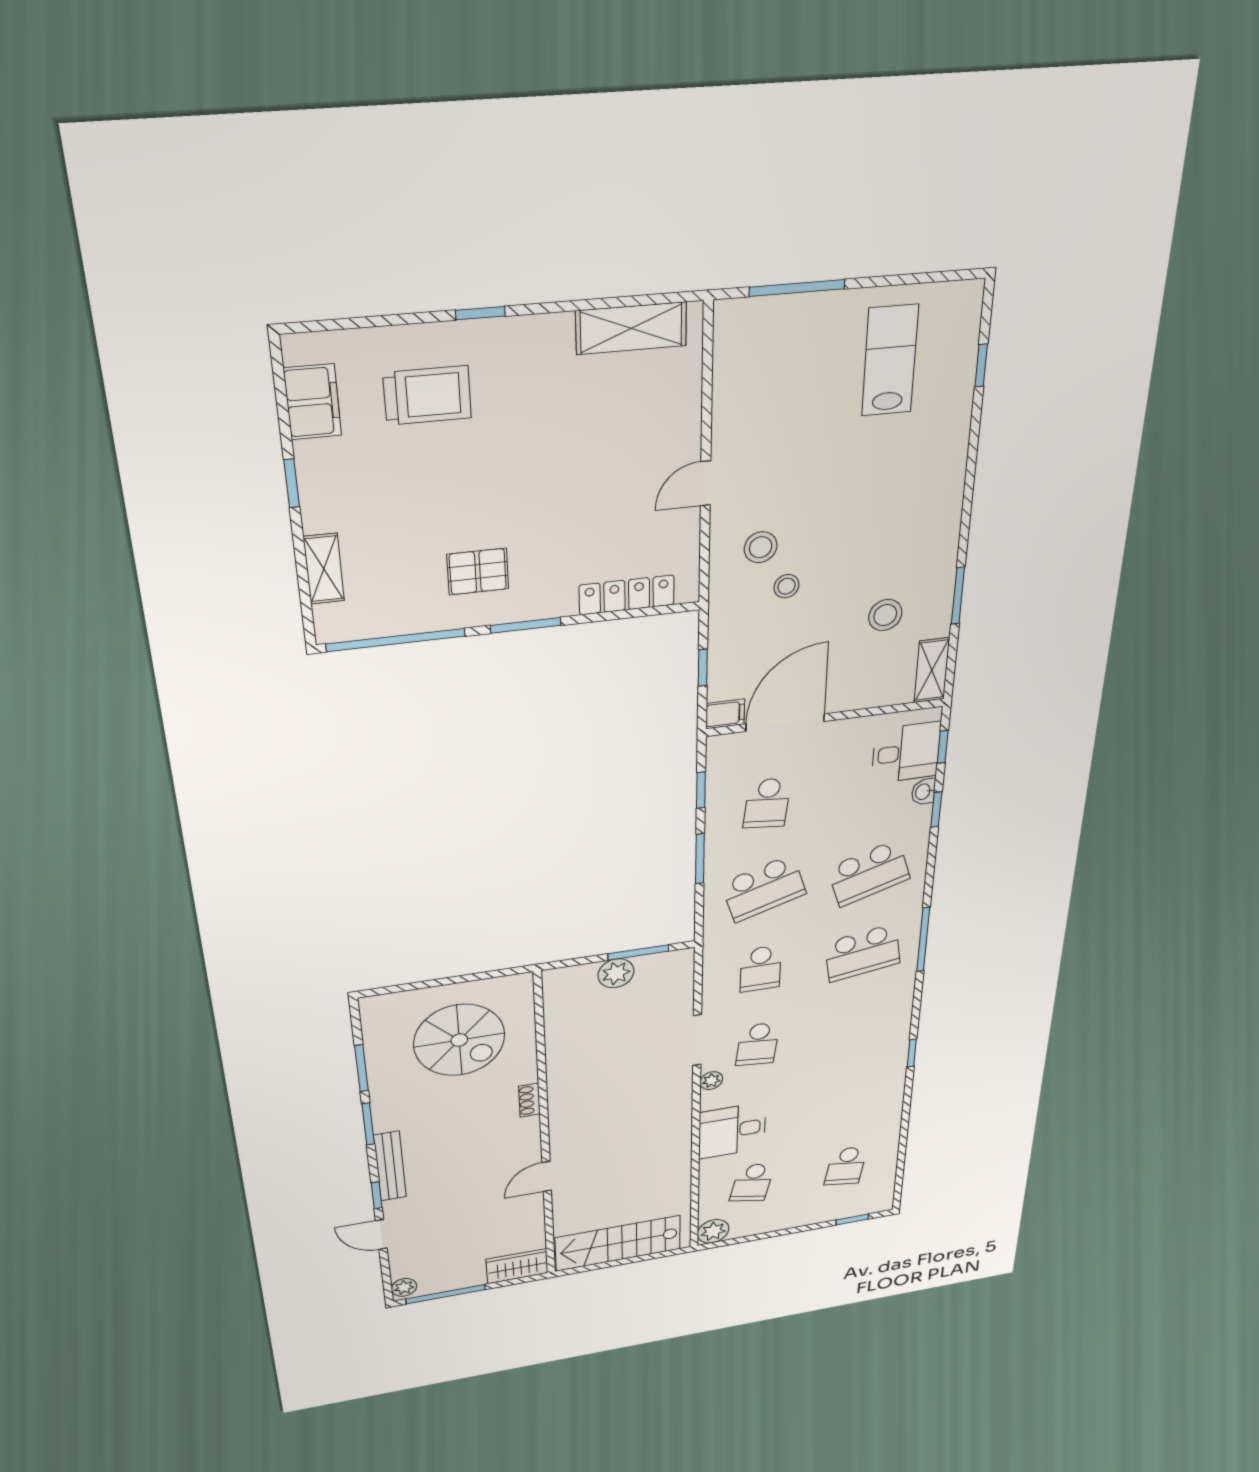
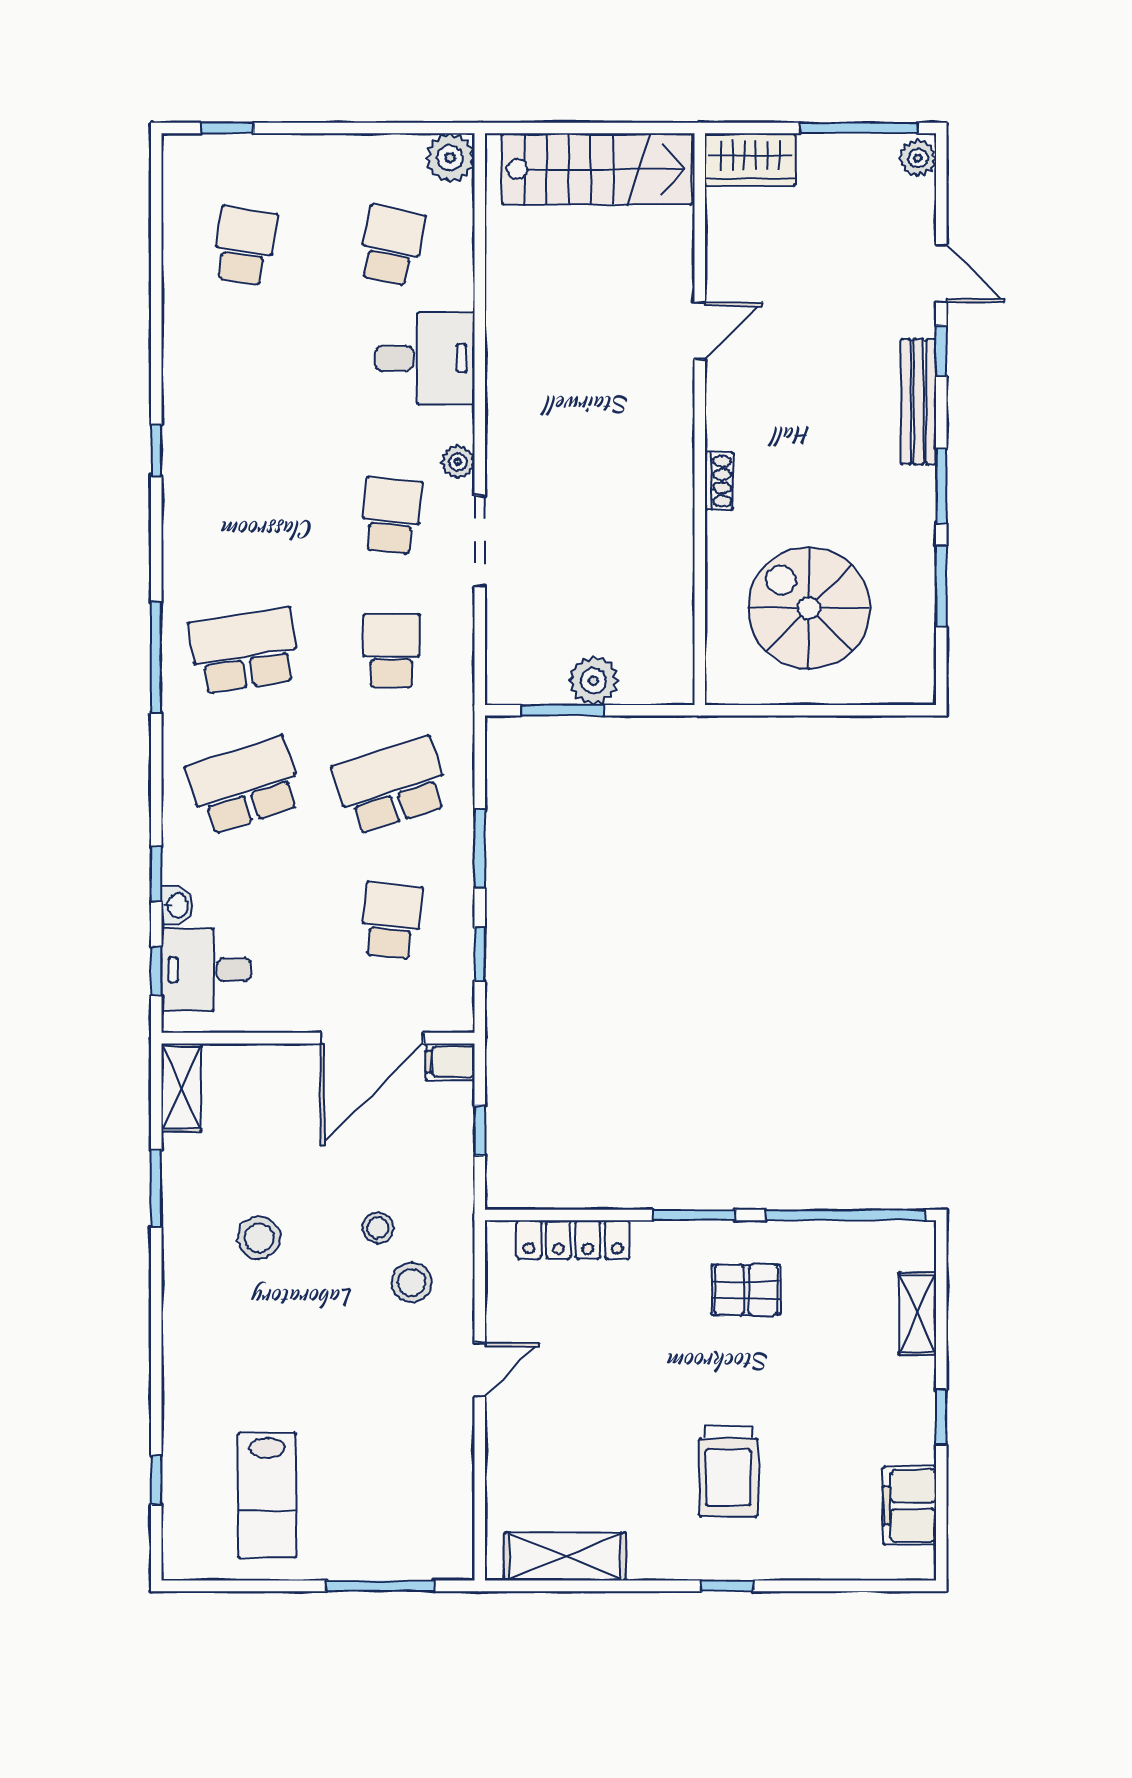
trolley: (427, 395) -> (728, 1471), moved, turned -90
stool: (885, 615) -> (259, 1238), moved

